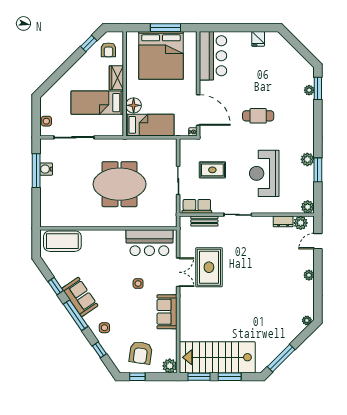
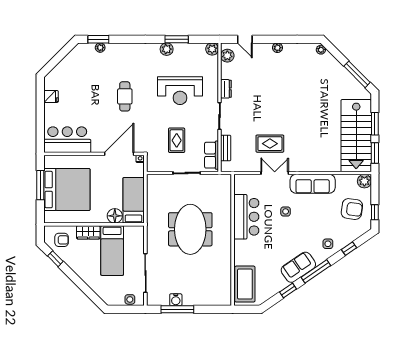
dresser: (283, 221) -> (226, 89), moved
bar counter: (149, 243) -> (246, 217), moved
rug: (209, 267) -> (270, 144), width x0.73, depth x0.70
sofa: (167, 312) -> (313, 184), width x1.36

